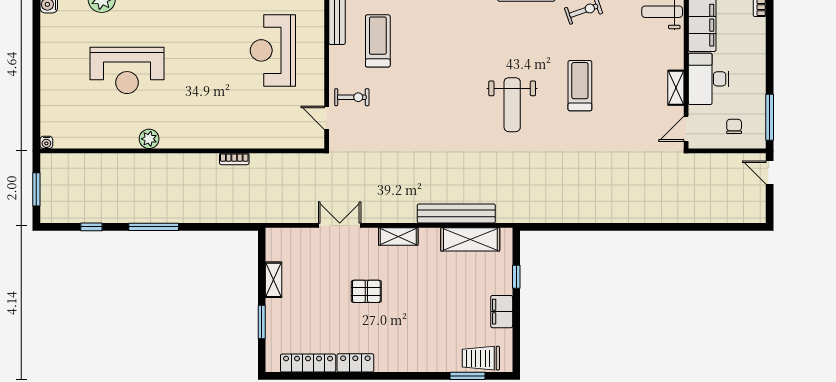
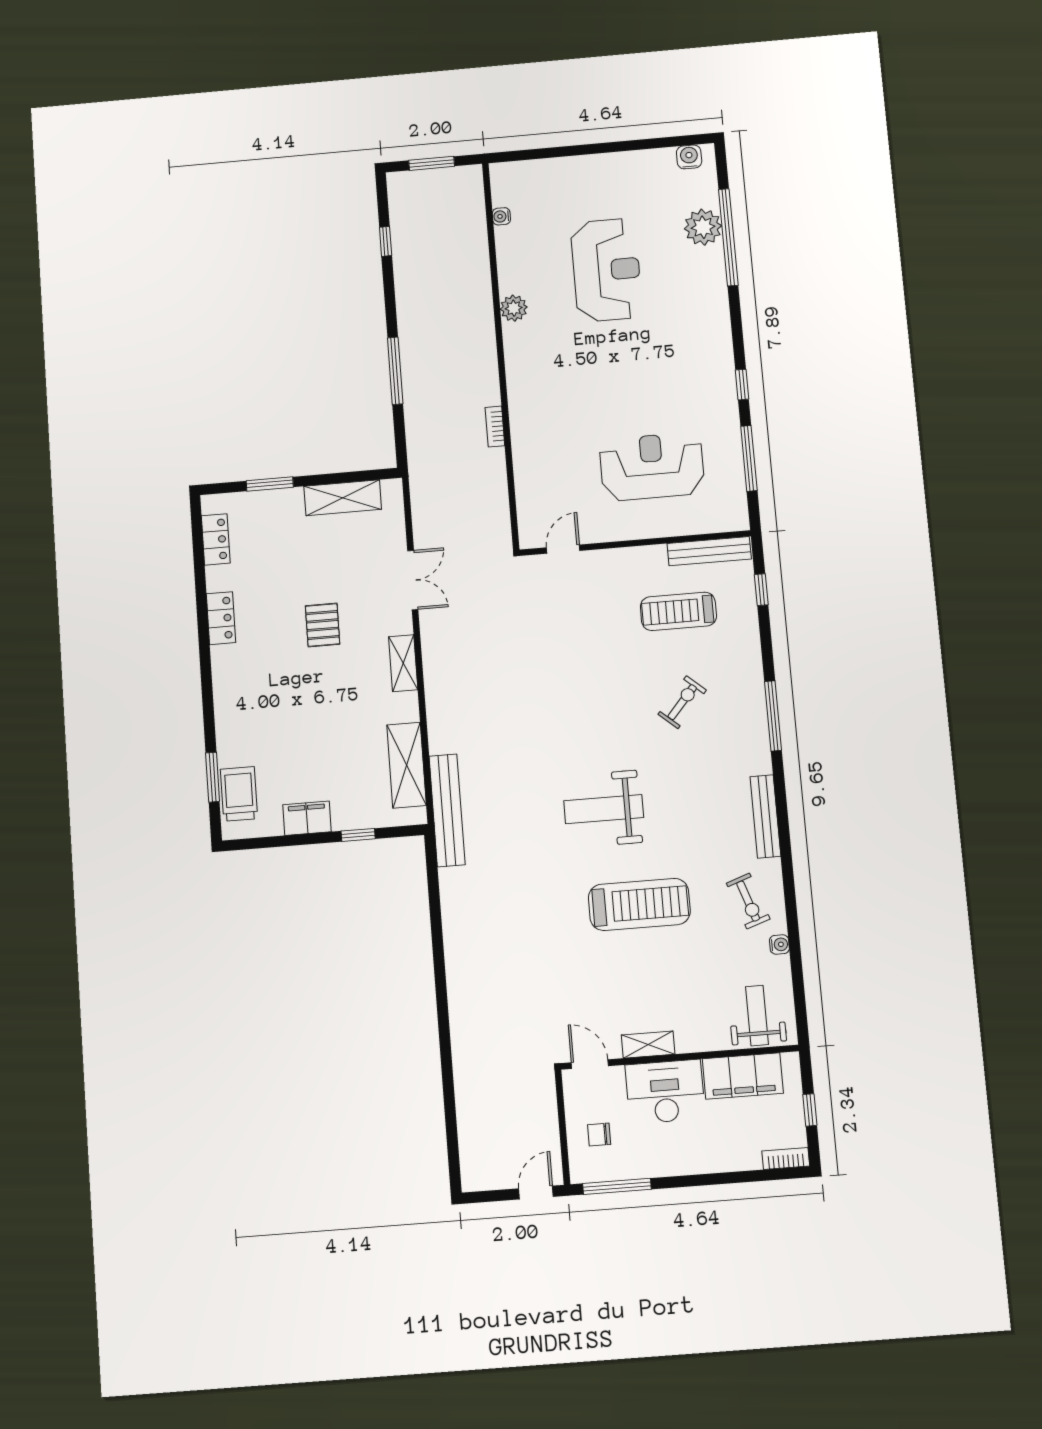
treadmill: (378, 41) -> (678, 611), turned 180
reception desk: (127, 70) -> (606, 270), turned 180
treadmill: (580, 86) -> (639, 904), width x1.37, depth x1.38
exercise bike: (352, 97) -> (682, 702), moved, turned -139
chair: (734, 126) -> (599, 1135), turned 180
water cooler: (46, 142) -> (501, 216), moved
bench: (456, 213) -> (447, 810), moved
window: (154, 227) -> (395, 371), moved
shelving: (274, 280) -> (343, 498), width x1.50, depth x1.33
locker: (308, 363) -> (216, 539), width x0.66

